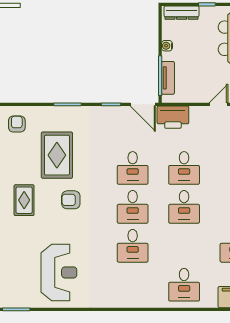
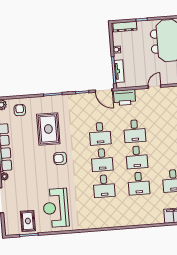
rug: (24, 200) -> (28, 221), moved
reception desk: (59, 272) -> (56, 208), turned 180
desk: (184, 285) -> (139, 183), moved

